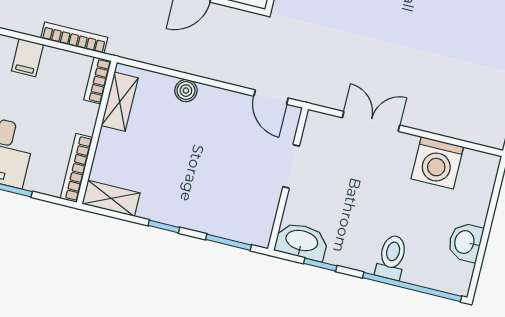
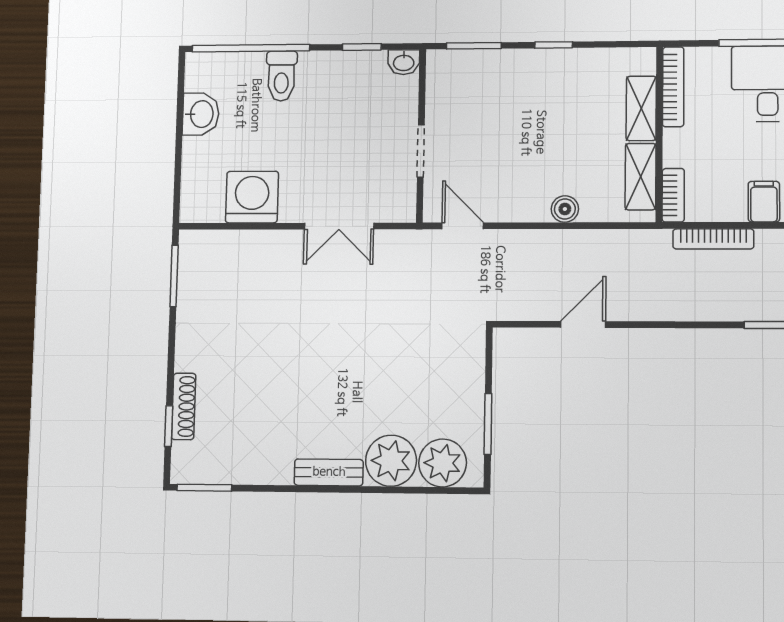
shelving: (111, 198) -> (641, 108), moved, turned 90
washbasin: (302, 241) -> (404, 62), width x0.52, depth x0.69

